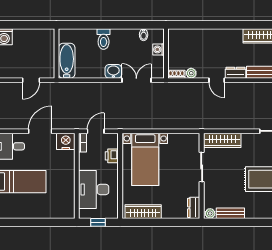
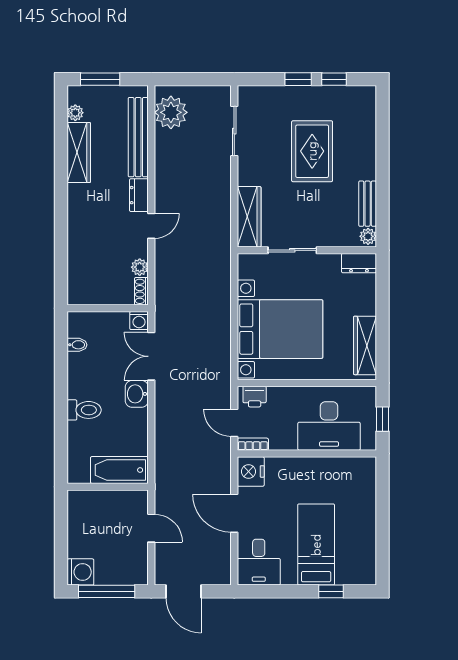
washing machine: (158, 49) -> (139, 321), moved
printer: (112, 156) -> (255, 397), moved
bed with nightstands: (145, 159) -> (280, 329), width x1.36

